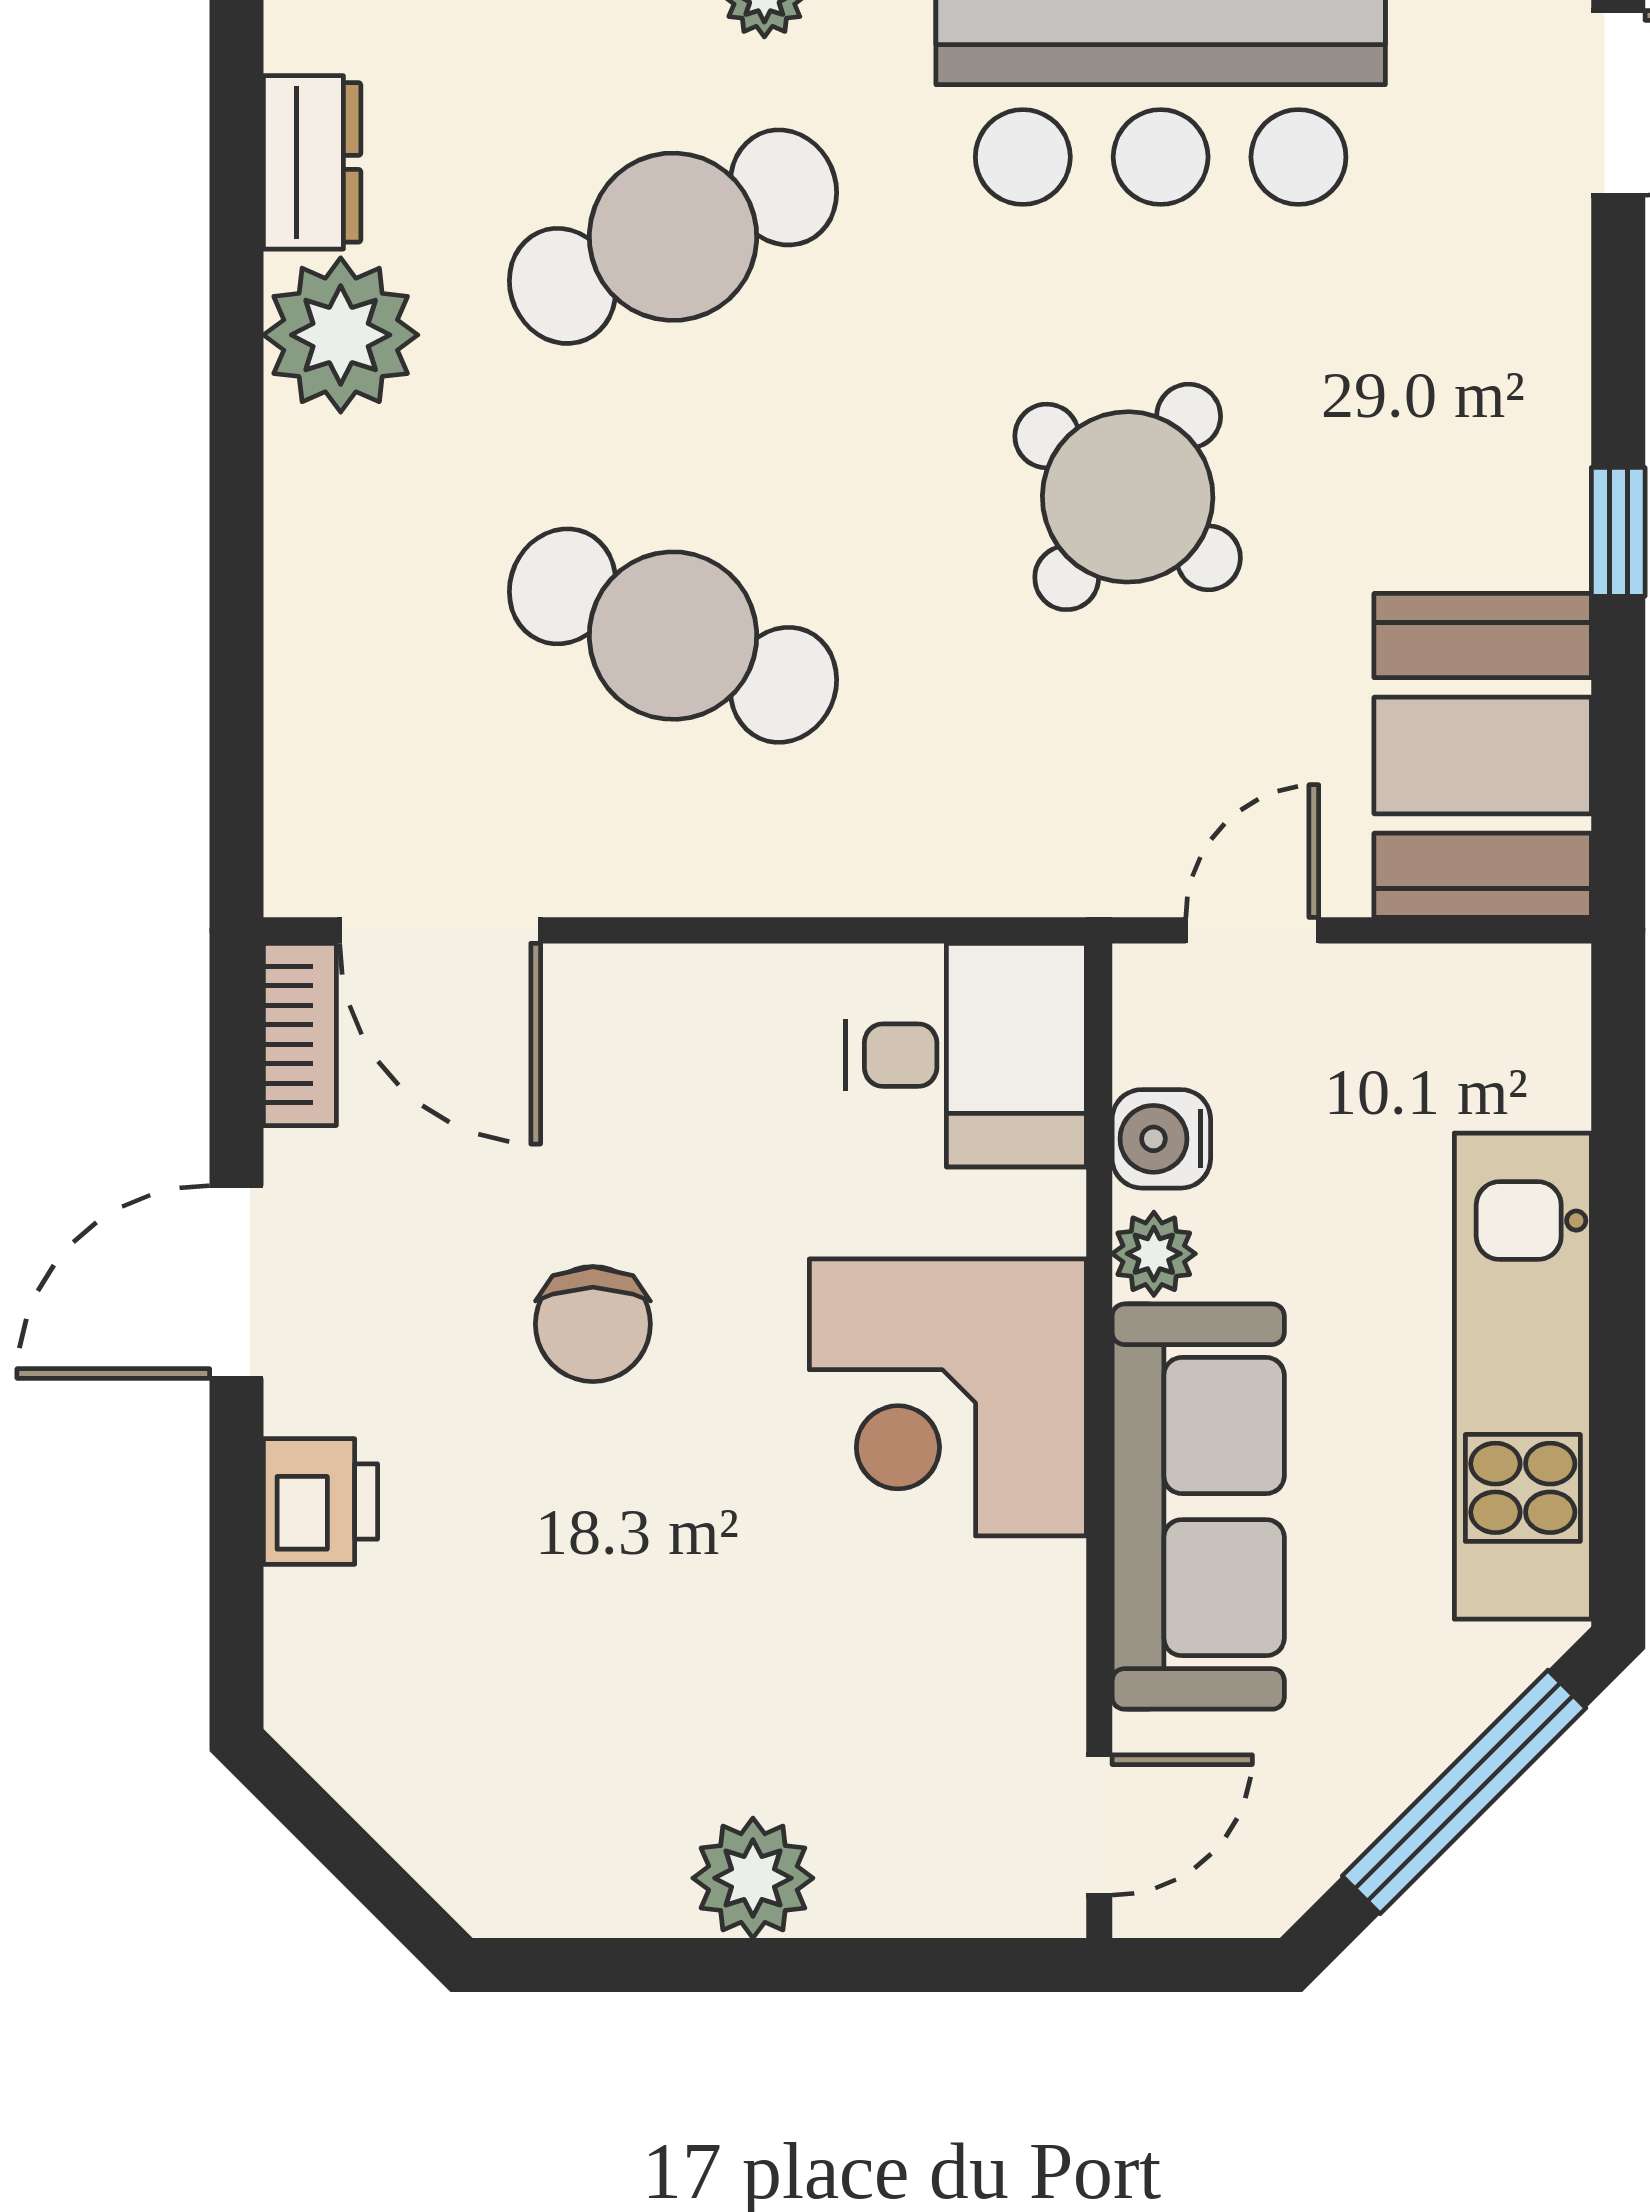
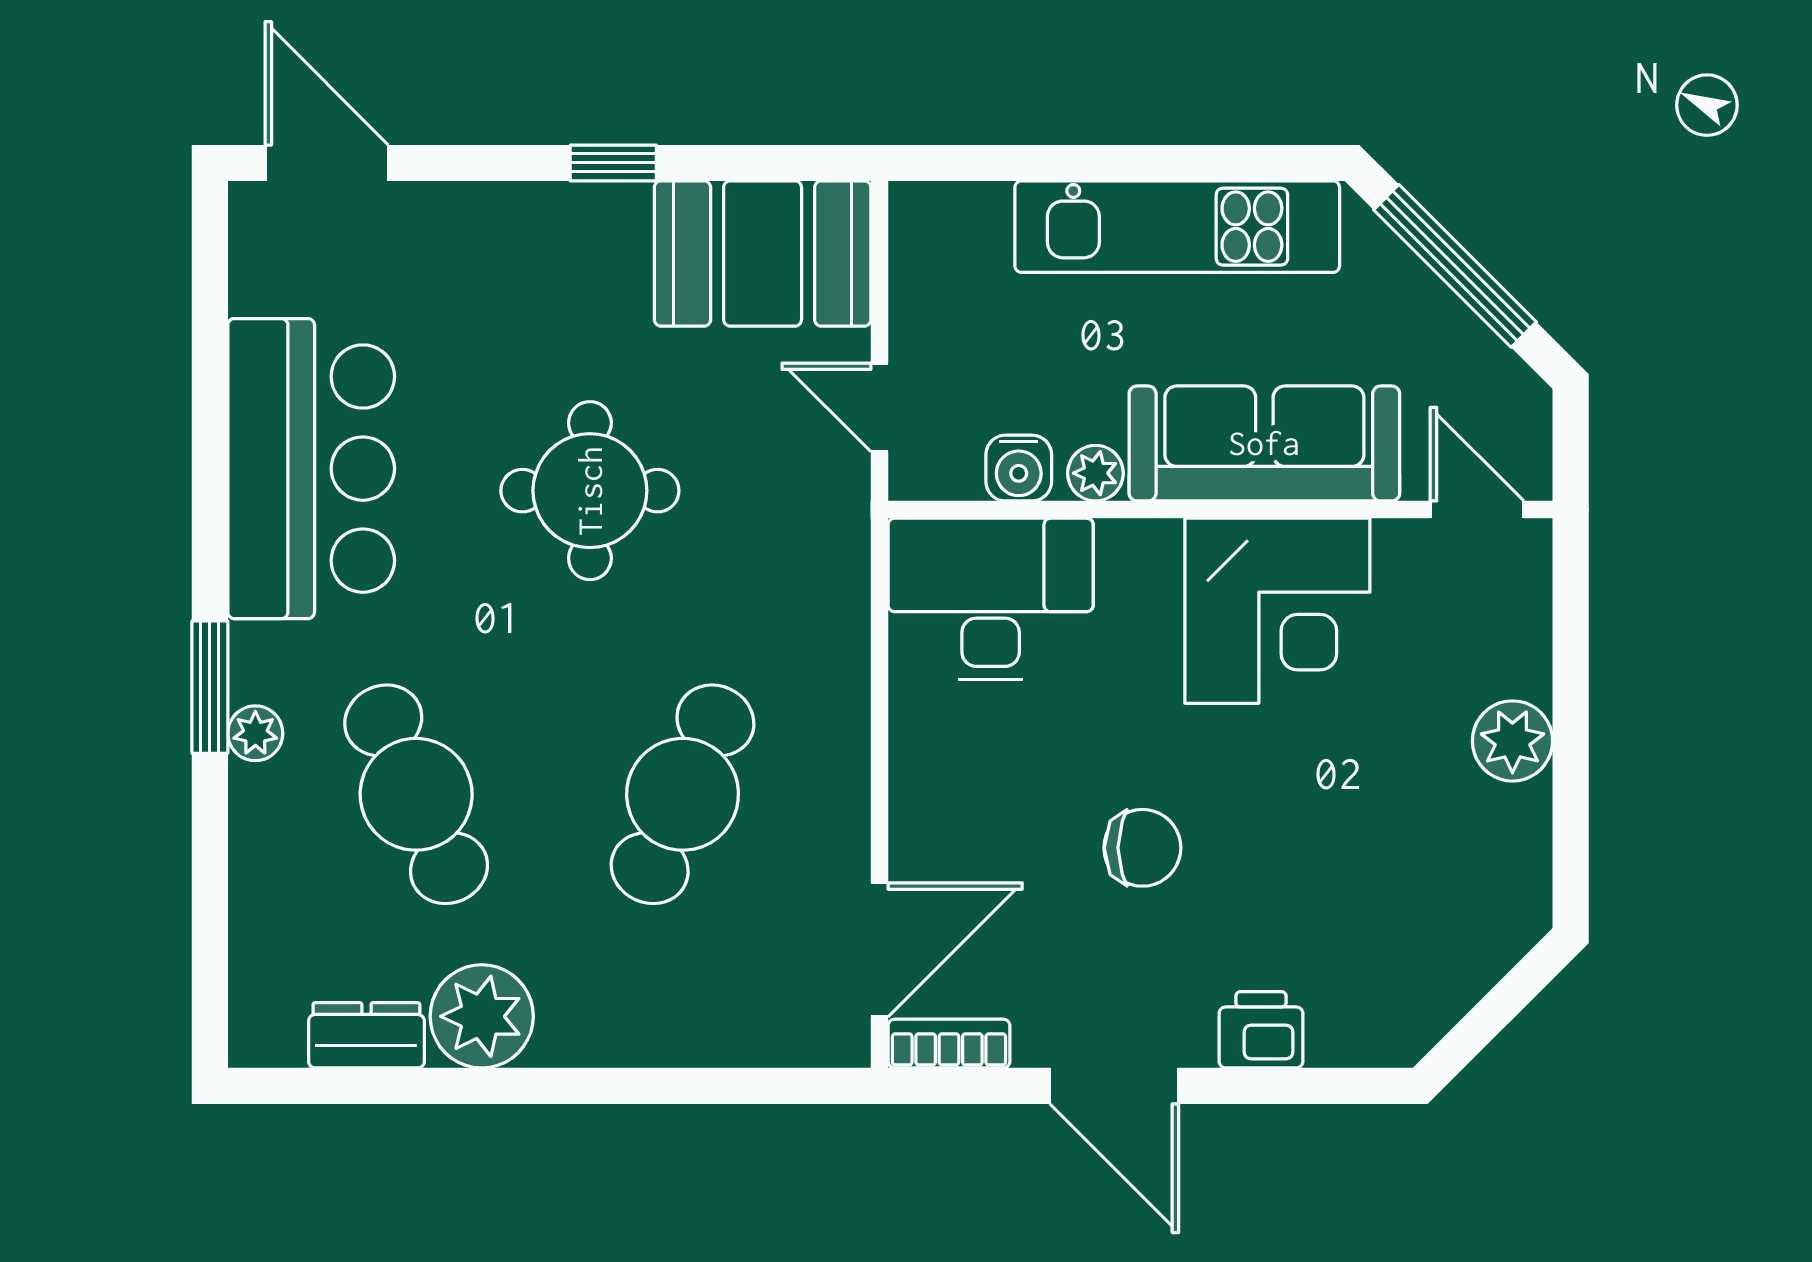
round table: (1128, 497) -> (590, 491), turned -37
desk: (966, 1055) -> (991, 599), width x1.37
corner desk: (948, 1397) -> (1277, 611), moved

